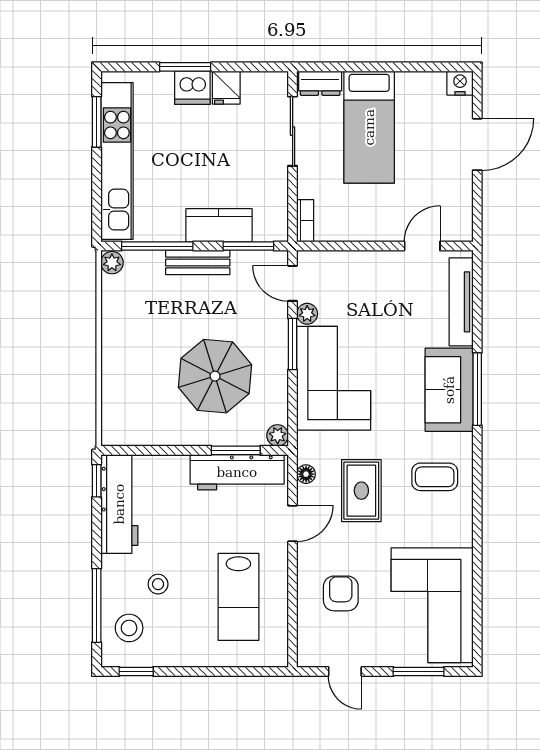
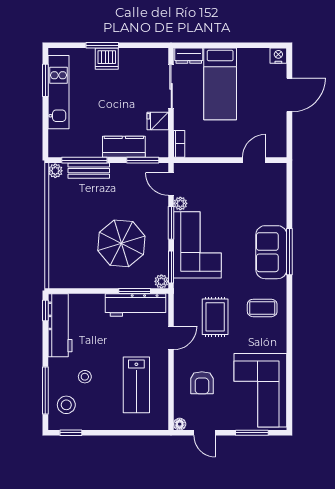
fridge: (226, 88) -> (158, 121), moved, turned 90
kitchen unit: (117, 161) -> (58, 92), width x0.73
bench: (198, 262) -> (89, 171), moved
tv unit: (461, 302) -> (279, 196), removed
window: (293, 413) -> (171, 267), added
floor lamp: (306, 474) -> (180, 424), moved
armchair: (341, 593) -> (202, 383), turned 180

